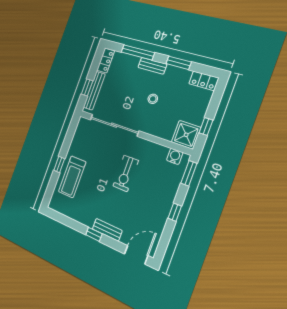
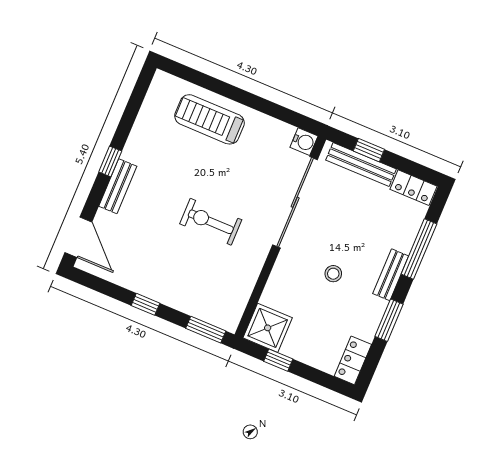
water cooler: (175, 156) -> (304, 142), moved
window: (59, 165) -> (233, 93), removed

